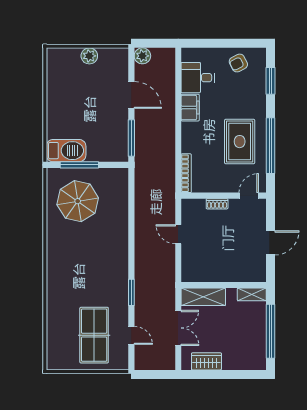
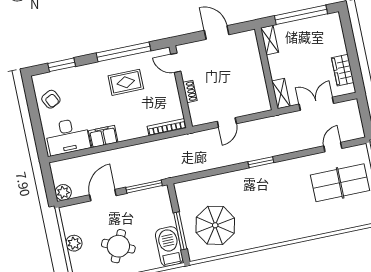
desk: (198, 78) -> (68, 136), width x1.37
round table: (77, 100) -> (118, 246), added
rug: (240, 142) -> (126, 82), width x0.73, depth x0.70
window: (131, 292) -> (261, 162), moved
shelving: (203, 297) -> (281, 94), width x0.67, depth x0.75

